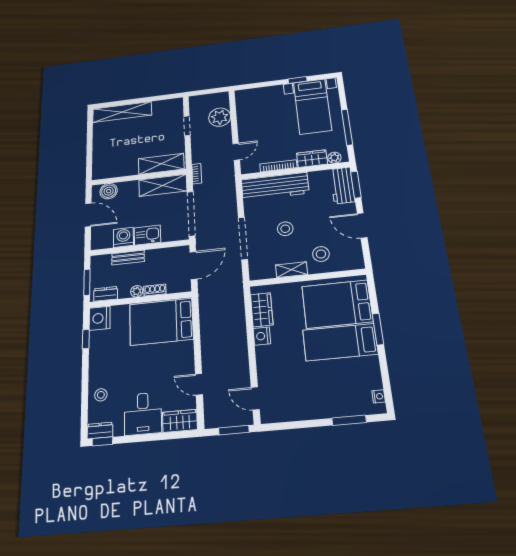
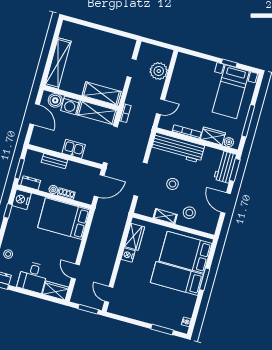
shelving: (122, 112) -> (58, 63), moved, turned 90
washing machine: (123, 237) -> (70, 105), moved, turned 180

